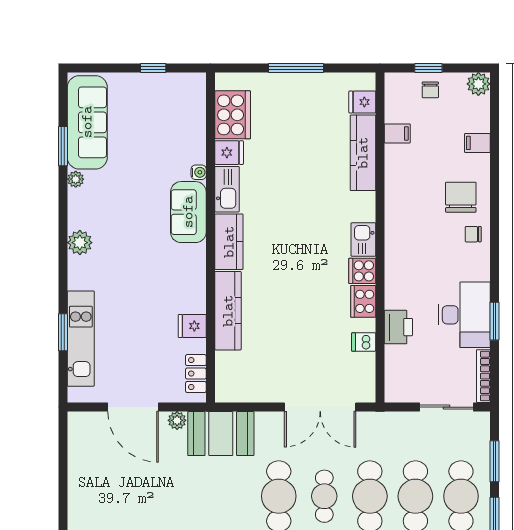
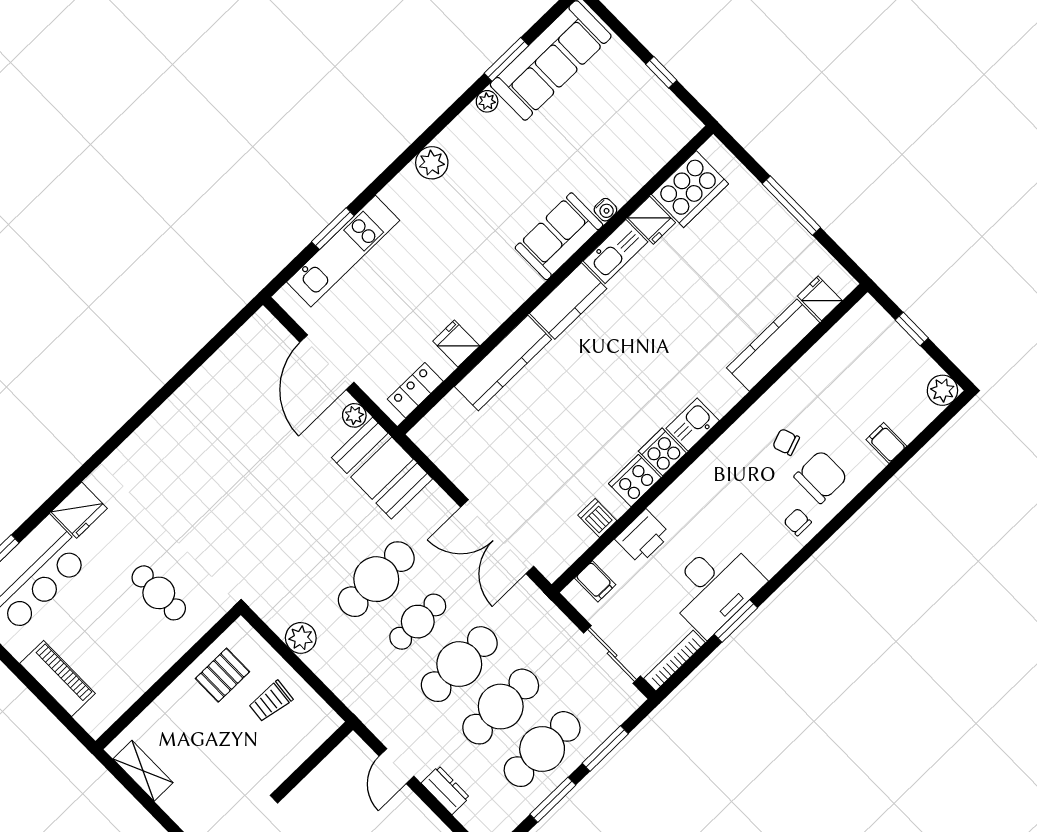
chair: (430, 90) -> (786, 442), moved, turned 70
filing cabinet: (397, 133) -> (595, 581), moved

